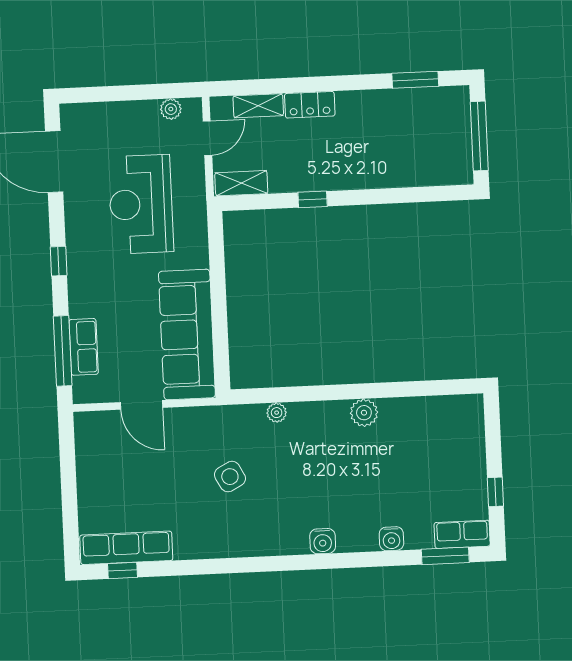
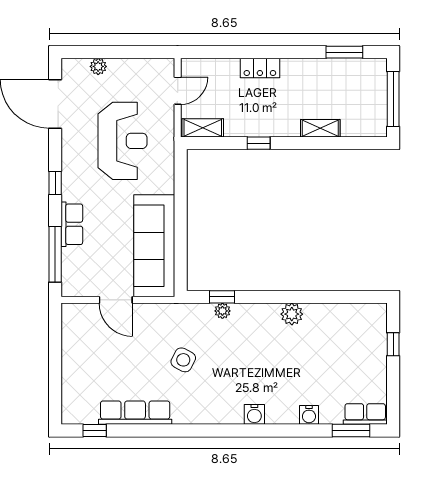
shelving: (258, 106) -> (320, 128), moved
plant: (171, 109) -> (98, 66), moved
reception desk: (141, 204) -> (122, 141), turned 180
row of seats: (84, 347) -> (72, 224), moved
window: (275, 395) -> (222, 297), added
side table: (230, 477) -> (183, 360), turned -35
window: (495, 492) -> (393, 344), moved
row of seats: (126, 548) -> (135, 413), moved

